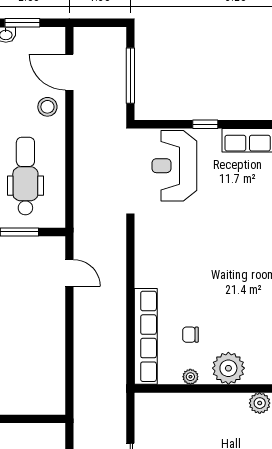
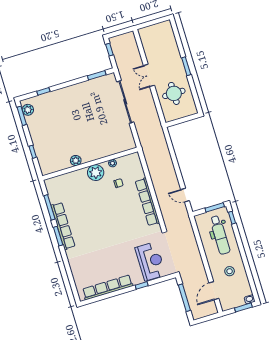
door: (69, 72) -> (214, 291), swing flipped
stool: (47, 107) -> (230, 271), moved
row of seats: (146, 336) -> (147, 202), moved

